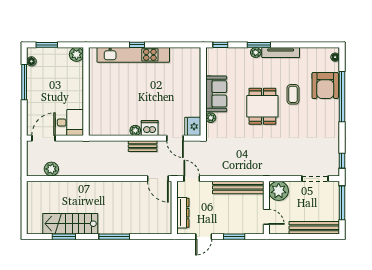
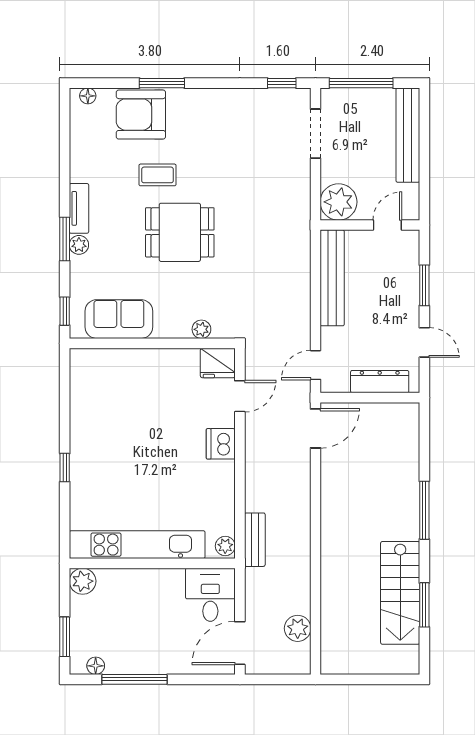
tv unit: (281, 52) -> (79, 208), width x0.71
kitchen unit: (133, 55) -> (137, 545), moved, turned -90
armchair: (325, 85) -> (141, 115), turned 180
sofa: (216, 94) -> (119, 319), moved
window: (342, 97) -> (162, 83), width x0.47
plant: (135, 130) -> (225, 546), moved
door: (43, 138) -> (240, 643), hinge flipped
bench: (143, 146) -> (255, 540), moved

